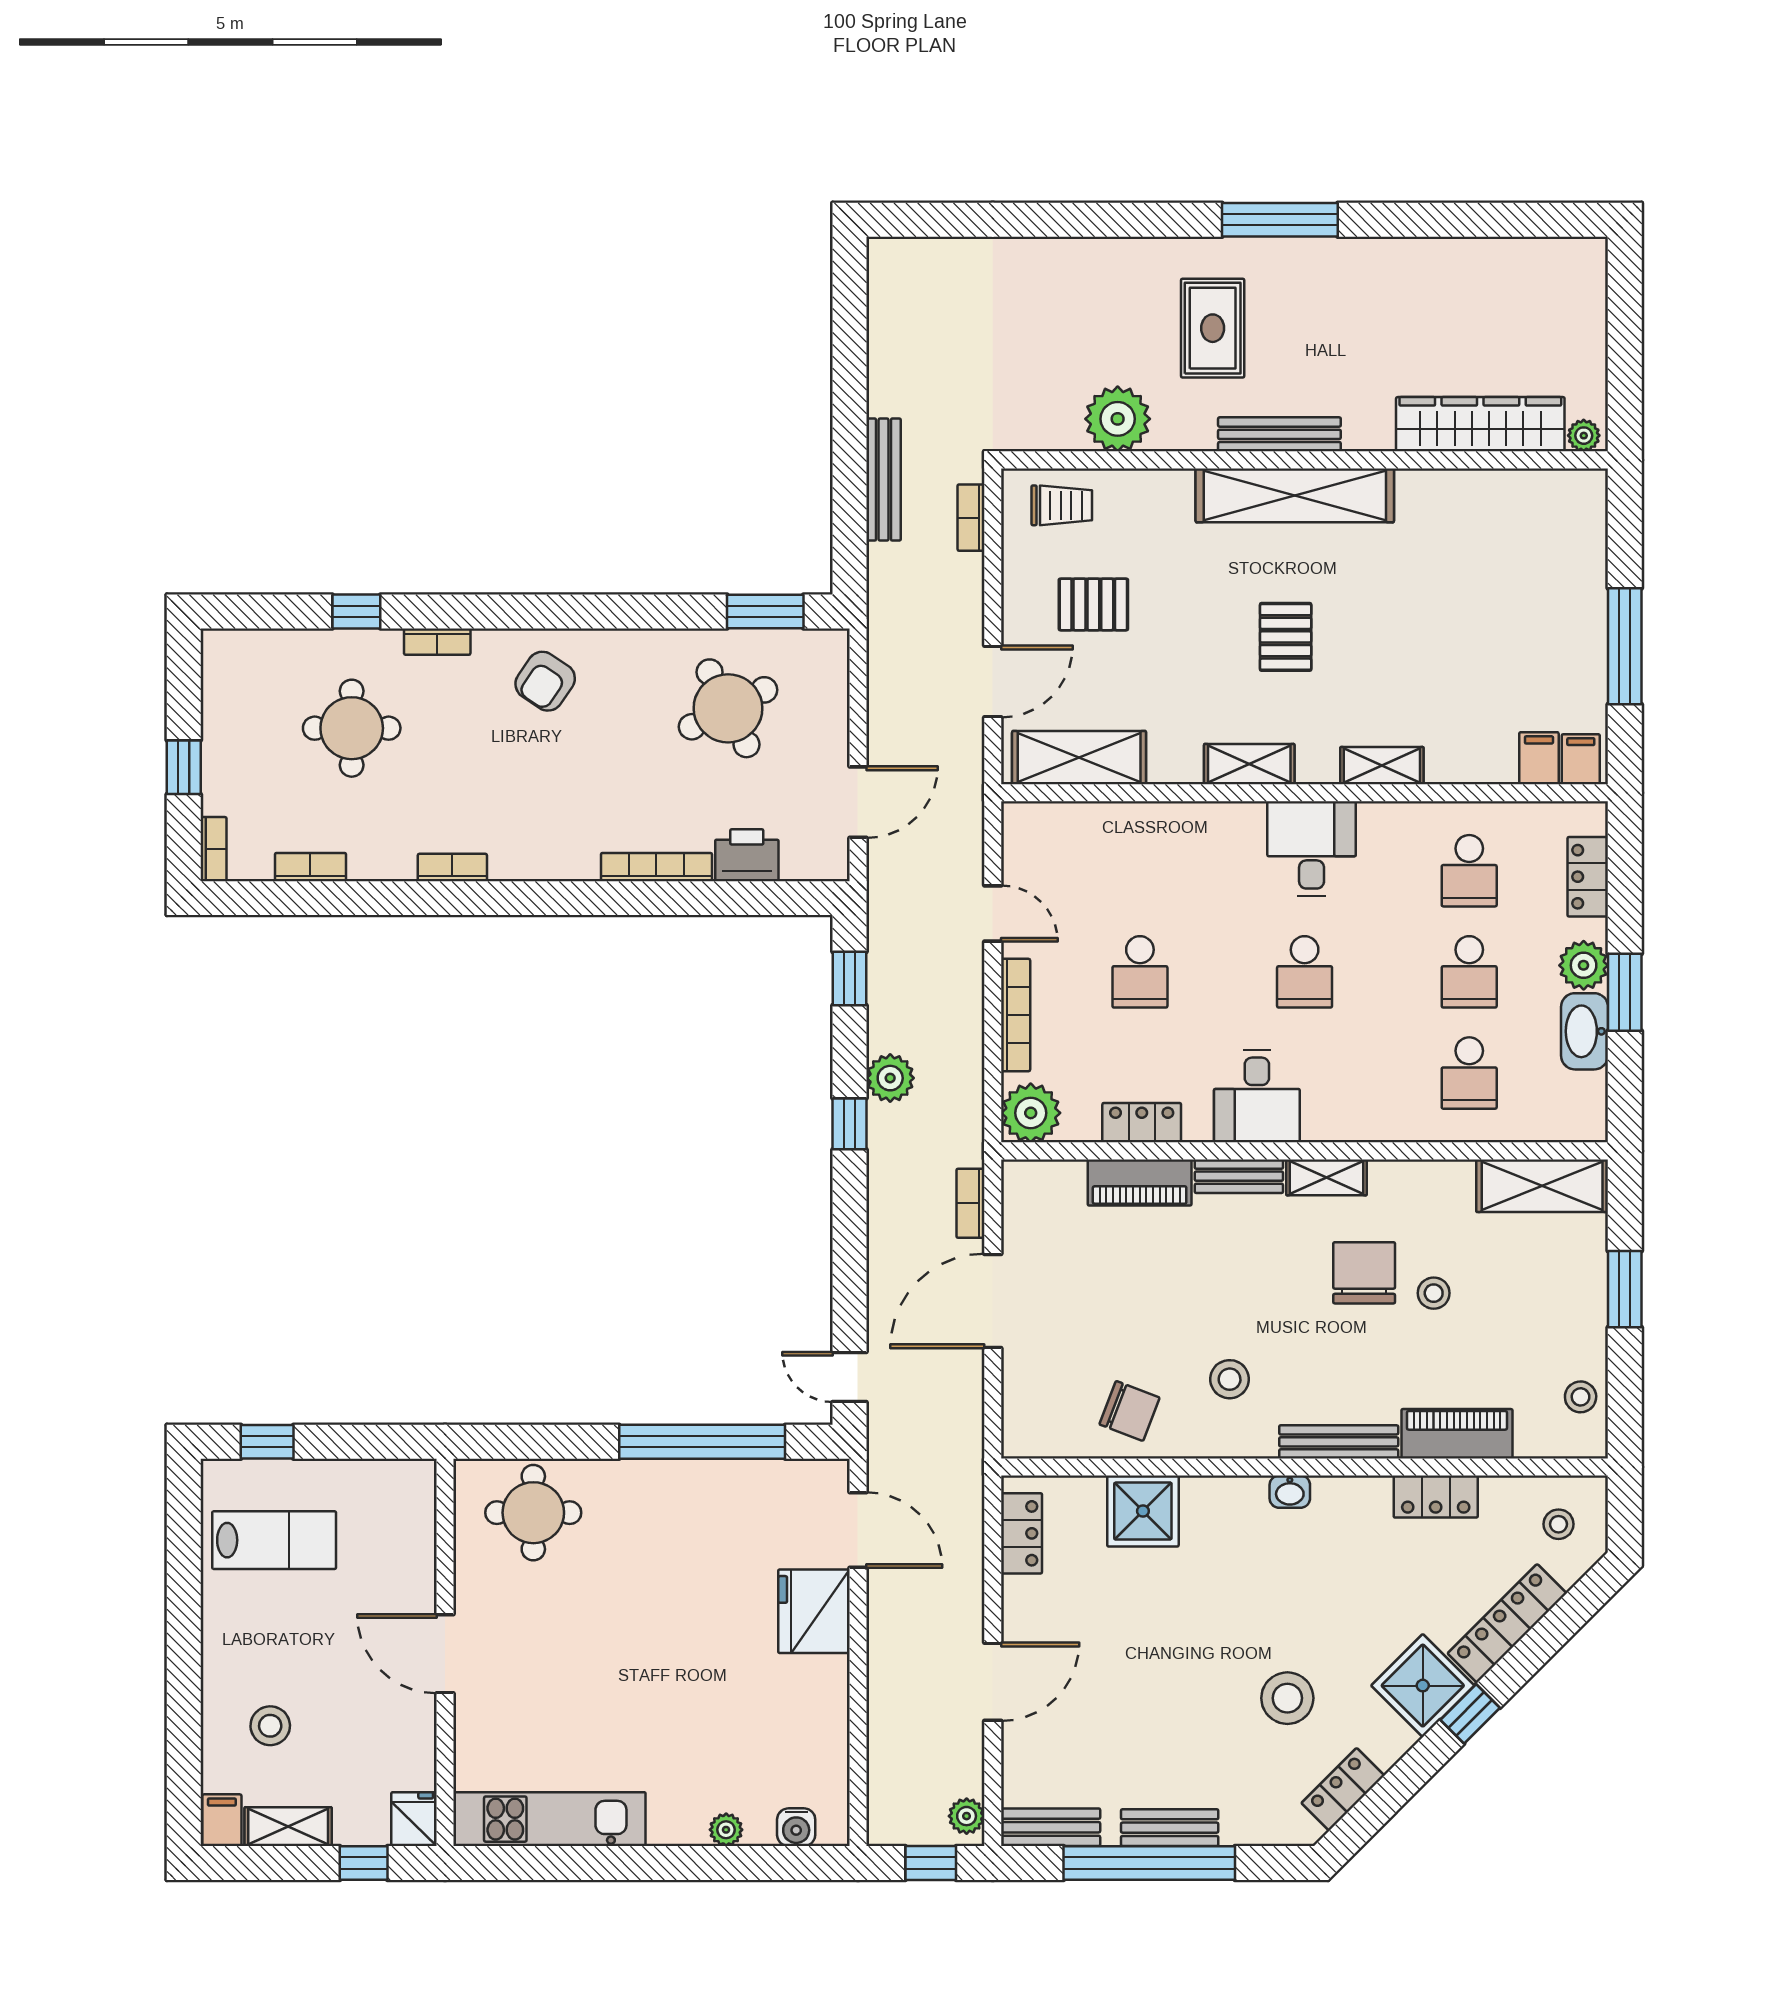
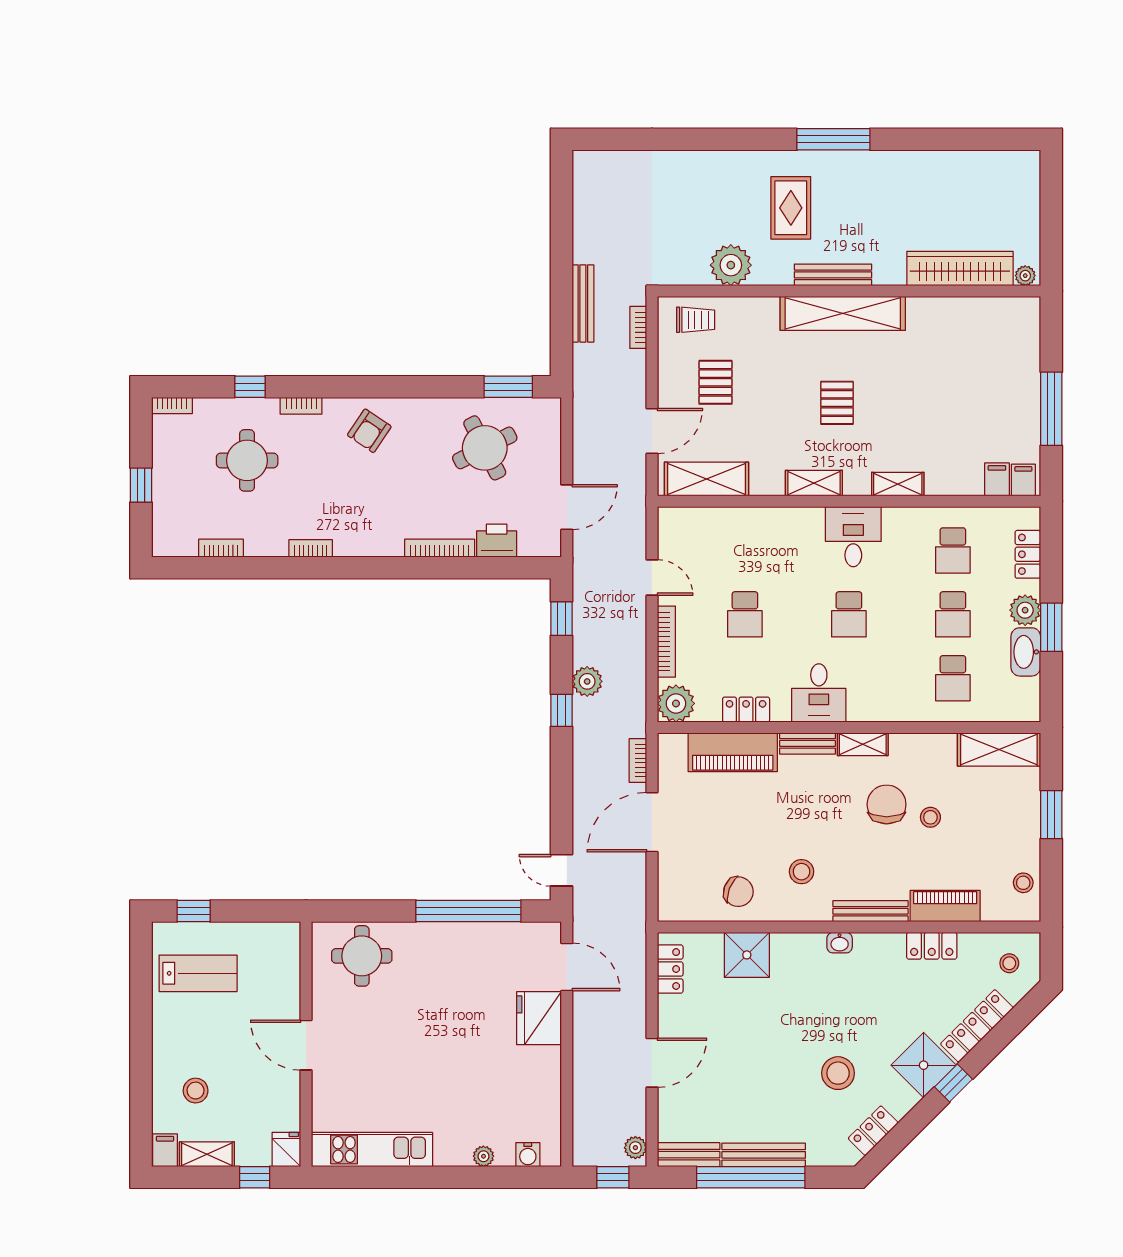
pallet: (1093, 604) -> (716, 382), turned 90
bookcase: (213, 849) -> (172, 406), moved, turned 90
piano: (1140, 1183) -> (733, 752), width x1.37, depth x1.33
bench: (1170, 1828) -> (764, 1155), width x1.36

